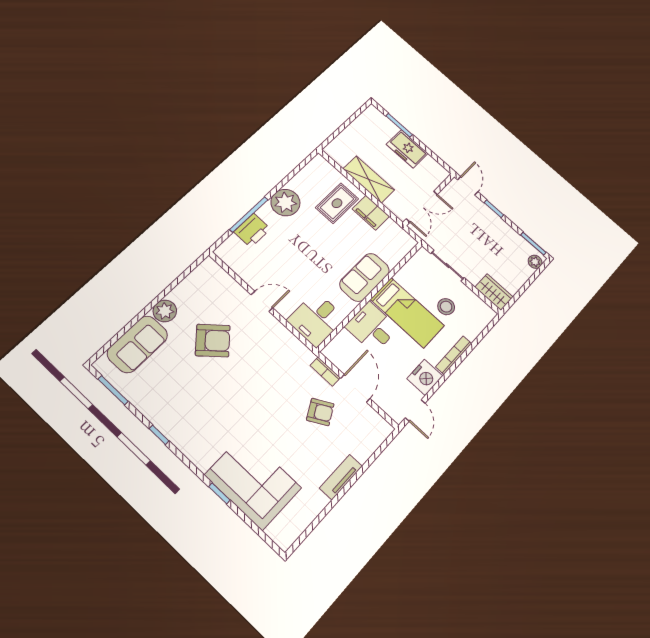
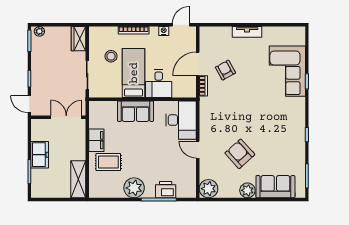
shelving: (369, 179) -> (78, 179), moved
door: (468, 186) -> (29, 104), hinge flipped
plant: (209, 273) -> (208, 189), added
desk: (316, 319) -> (181, 120), width x1.37
nightstand: (425, 377) -> (164, 31), width x0.53, depth x0.56

